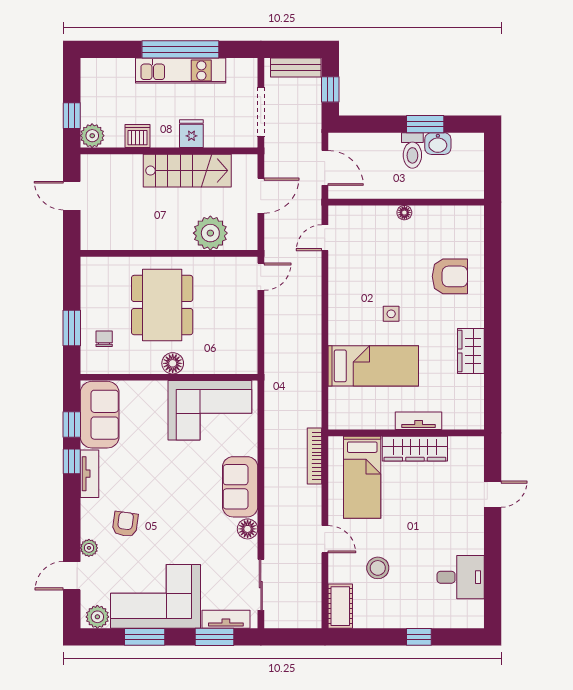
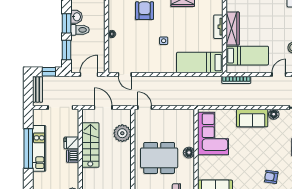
window: (373, 124) -> (67, 50), added
dishwasher: (138, 136) -> (73, 156), moved
bed: (373, 366) -> (200, 63), moved, turned -90

